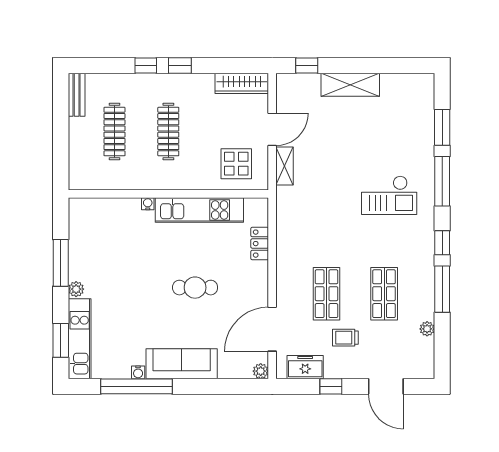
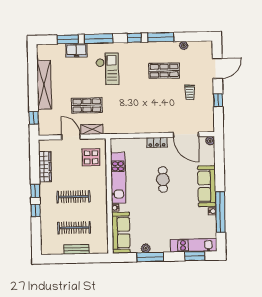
wardrobe: (242, 83) -> (45, 167), moved
shelving: (350, 85) -> (44, 85), width x1.47
bench: (77, 95) -> (76, 249), moved
sofa: (104, 213) -> (121, 233), added
locker: (260, 244) -> (157, 142), moved
plant: (76, 289) -> (146, 248), moved
shop shelf: (326, 294) -> (87, 105), moved
freezer: (305, 367) -> (76, 50), moved, turned -90

